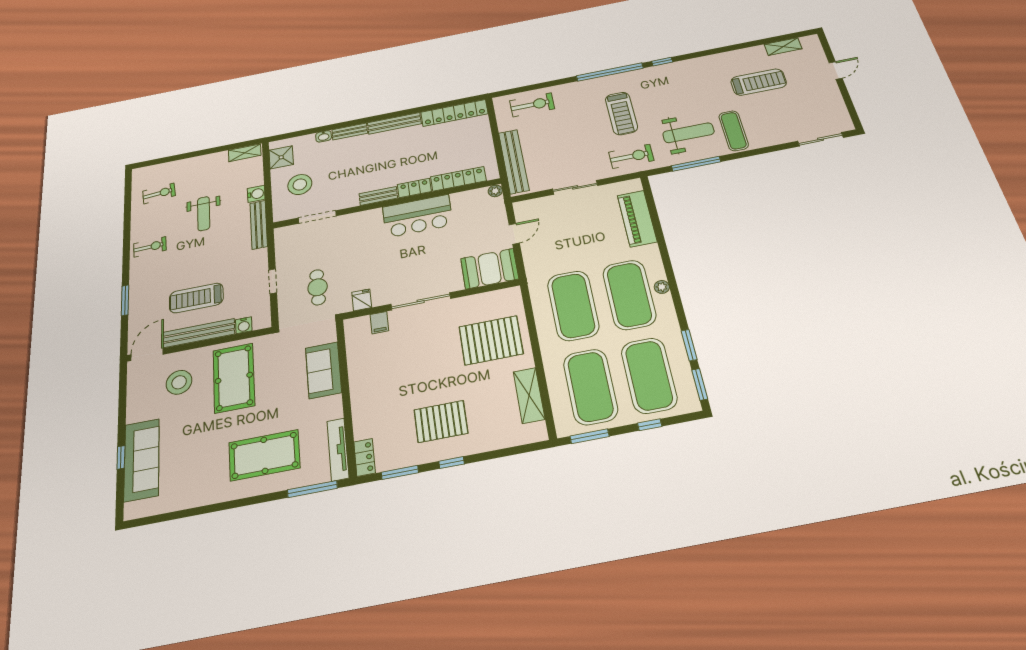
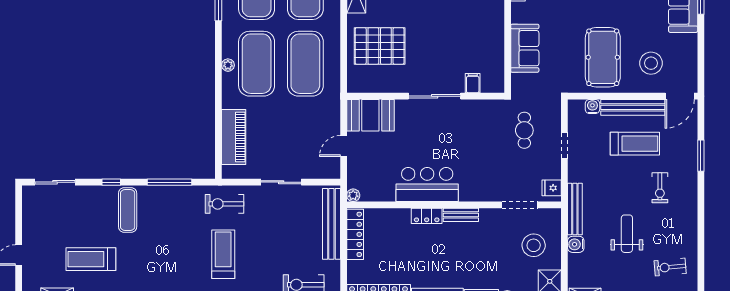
weight bench: (688, 133) -> (168, 217), removed
window: (759, 151) -> (111, 182), added
locker: (458, 179) -> (355, 234), moved, turned -90
exercise bike: (150, 247) -> (660, 188), moved, turned -88
fridge: (362, 300) -> (552, 188), moved, turned 90

